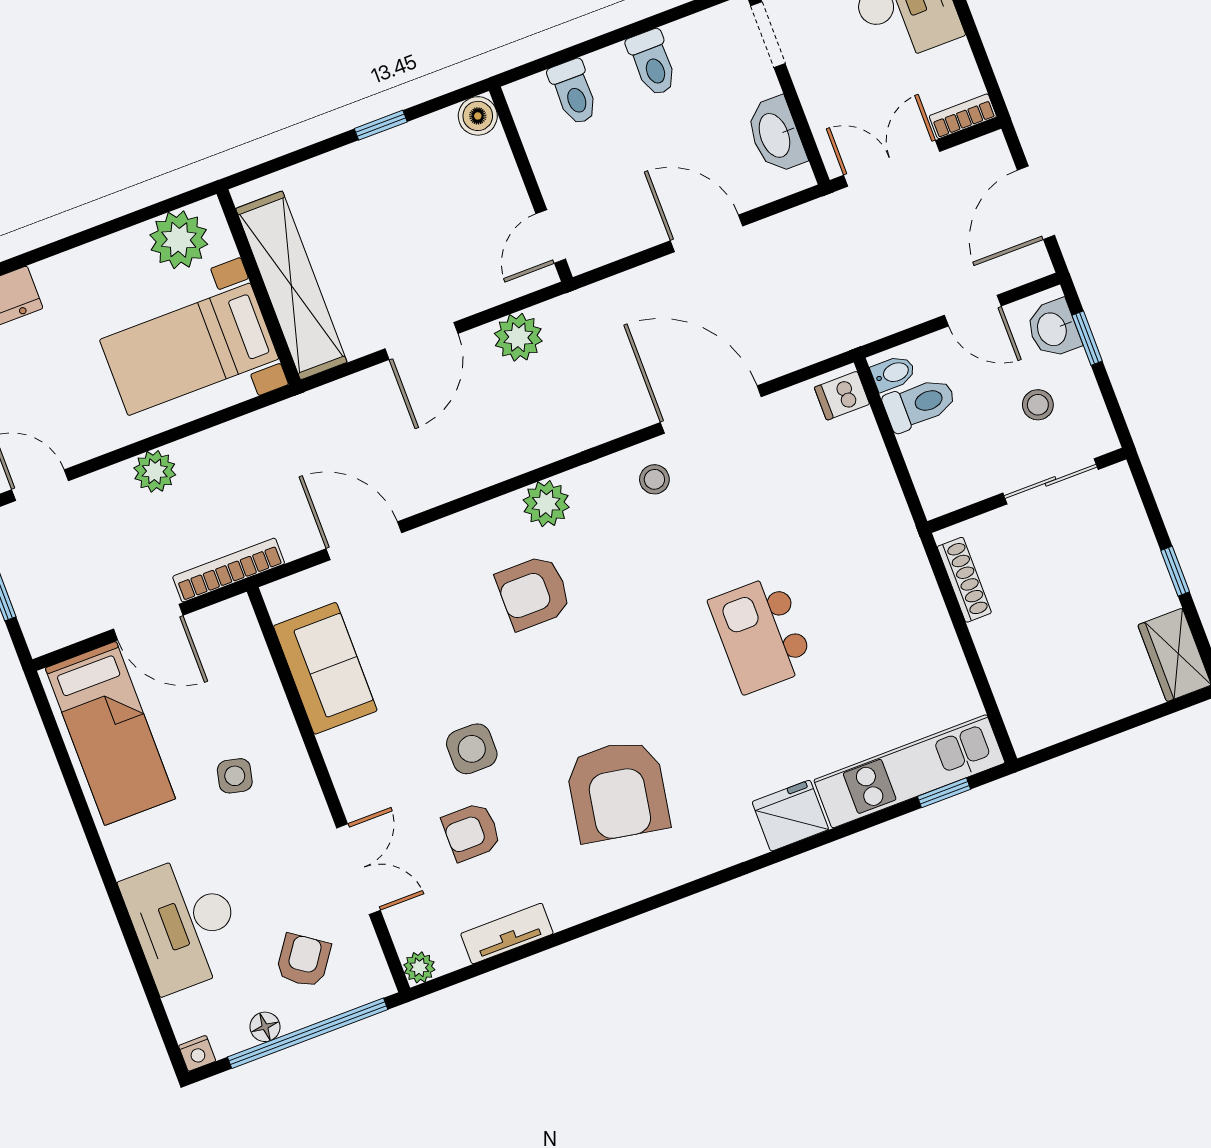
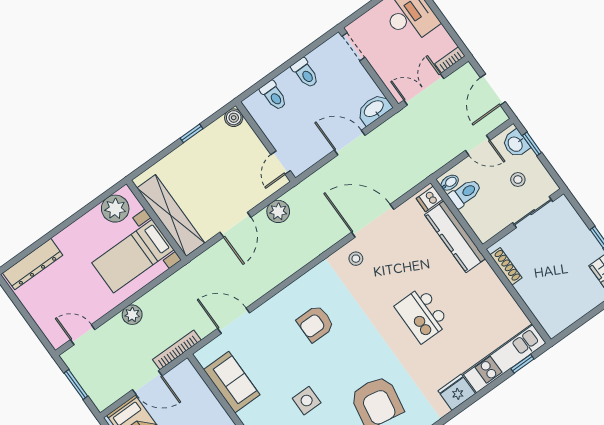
washbasin: (776, 135) -> (374, 109), moved, turned 90
kitchen counter: (874, 489) -> (455, 237), added
plant: (546, 504) -> (310, 282), removed

